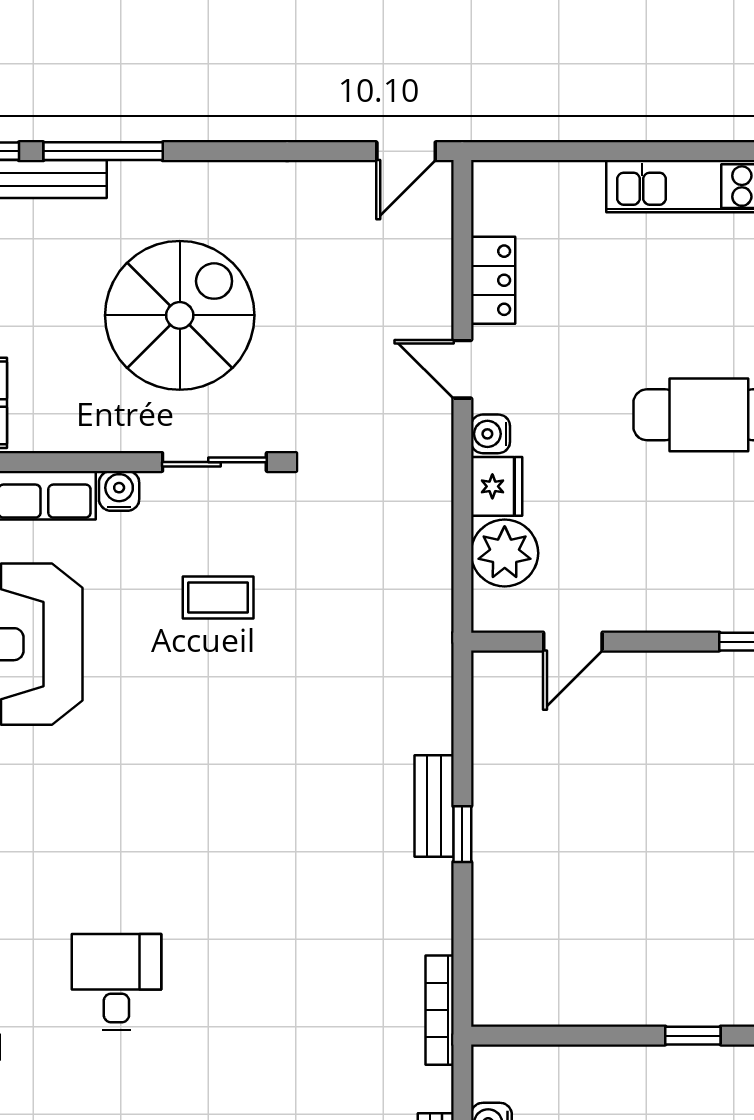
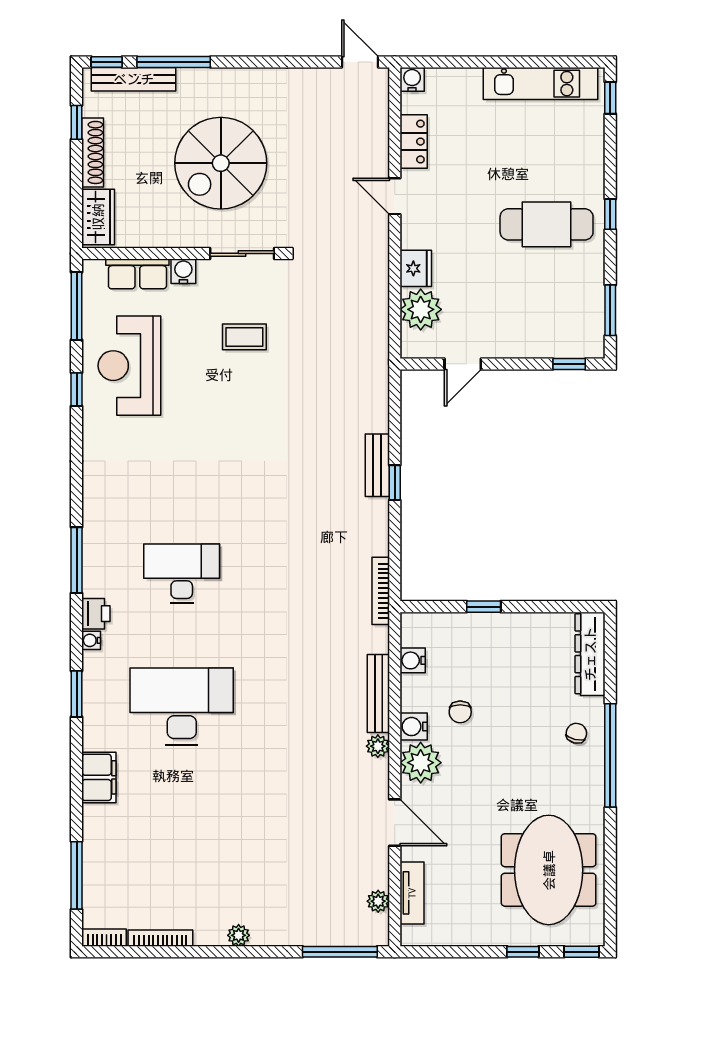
door: (406, 151) -> (360, 62), swing flipped
spiral stairs: (180, 315) -> (221, 163), turned 180
water cooler: (490, 434) -> (412, 79), moved, turned 90
desk: (116, 982) -> (182, 574), width x1.37
window: (693, 1036) -> (484, 607), moved

